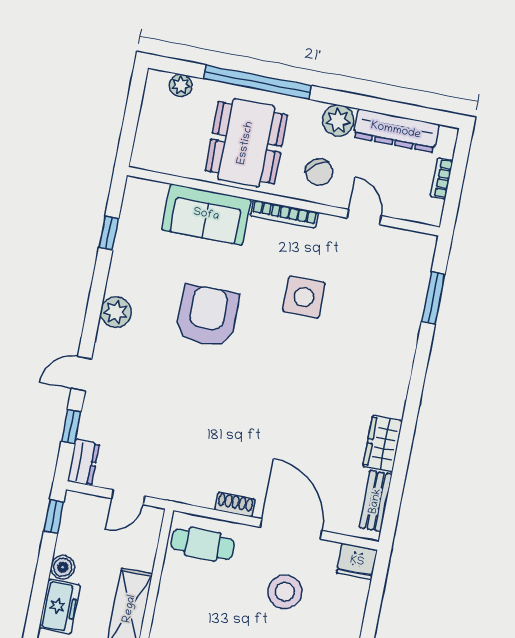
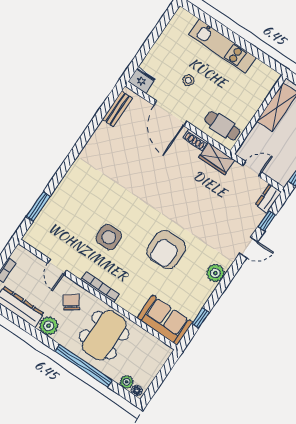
floor lamp: (159, 79) -> (137, 391), added
sofa: (206, 215) -> (165, 320), moved
wardrobe: (383, 444) -> (217, 159), moved, turned 90
stool: (285, 592) -> (188, 80), width x0.53, depth x0.53

